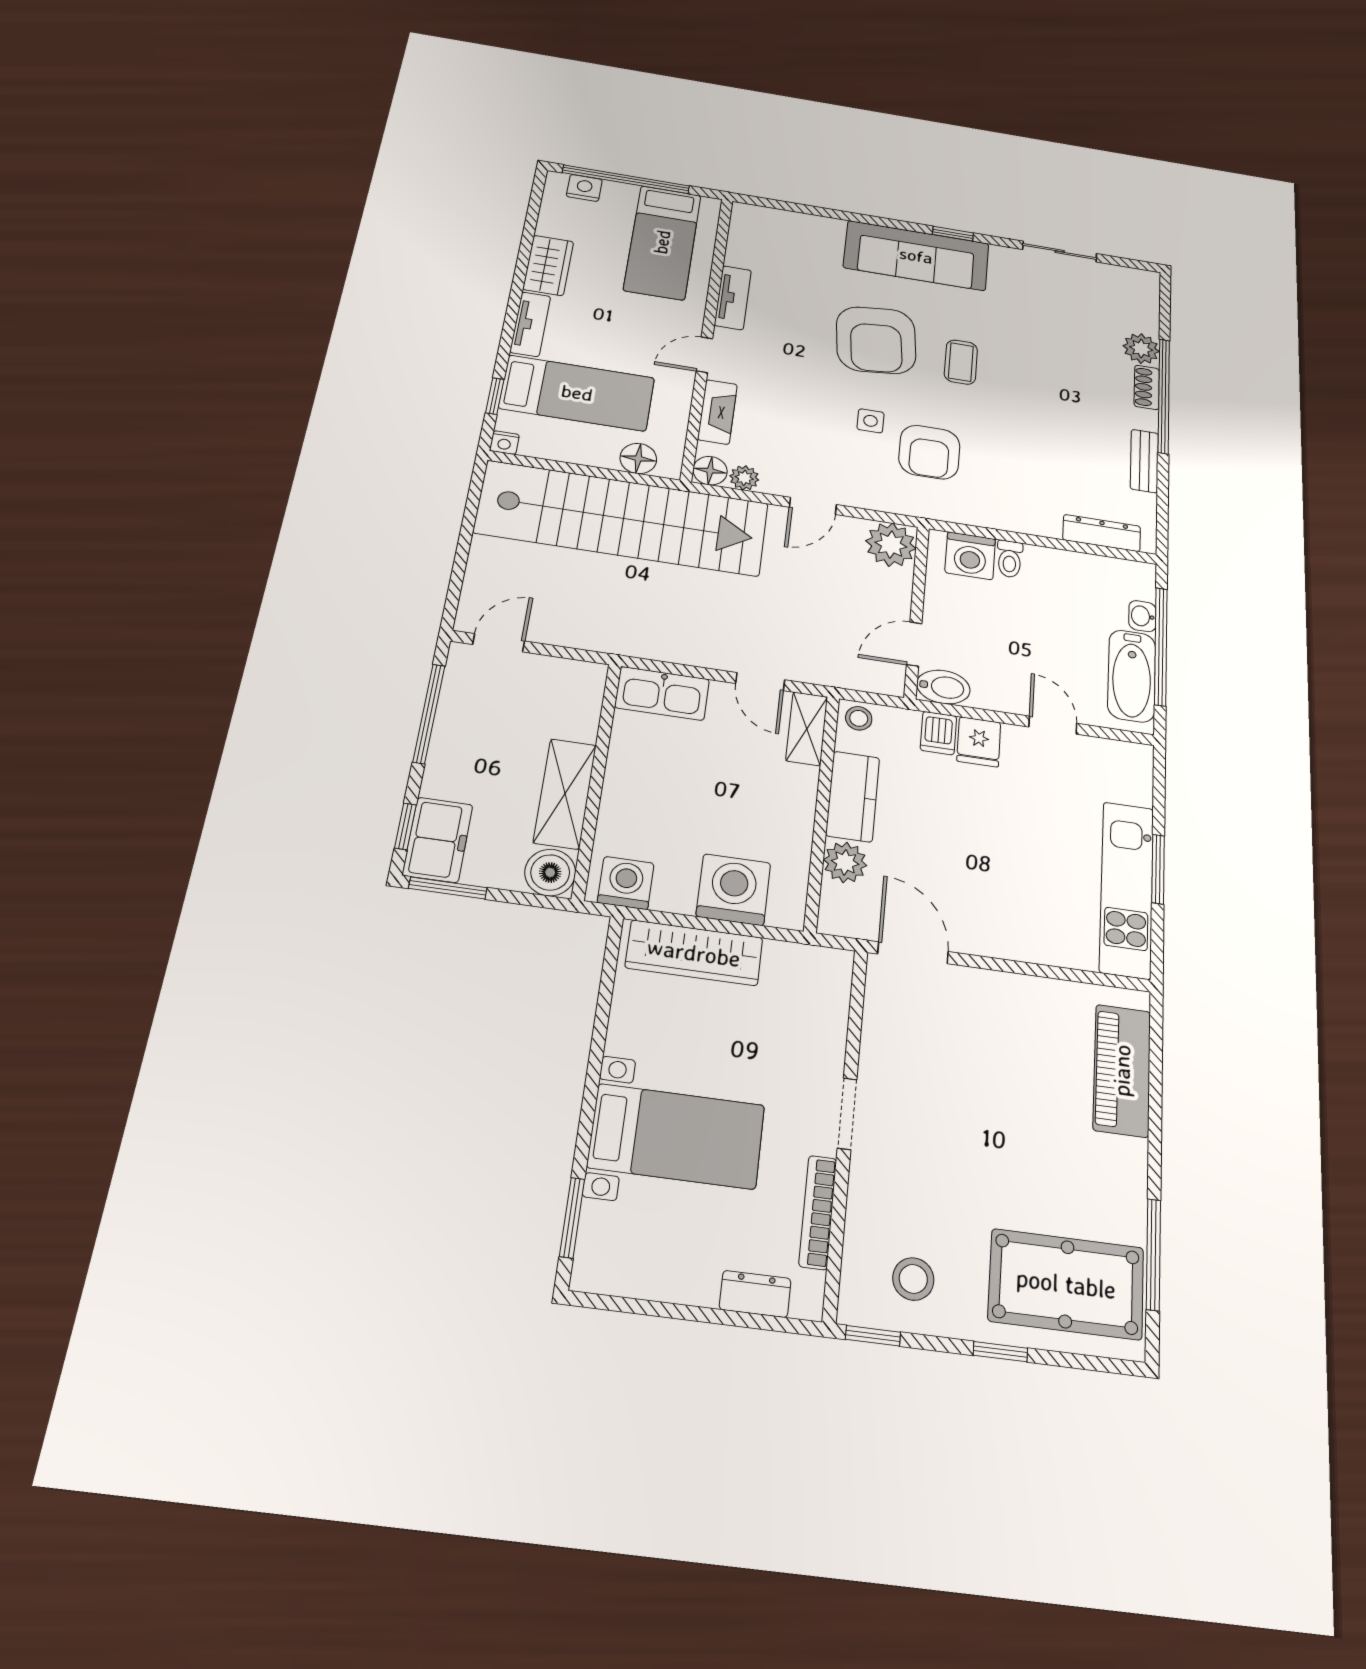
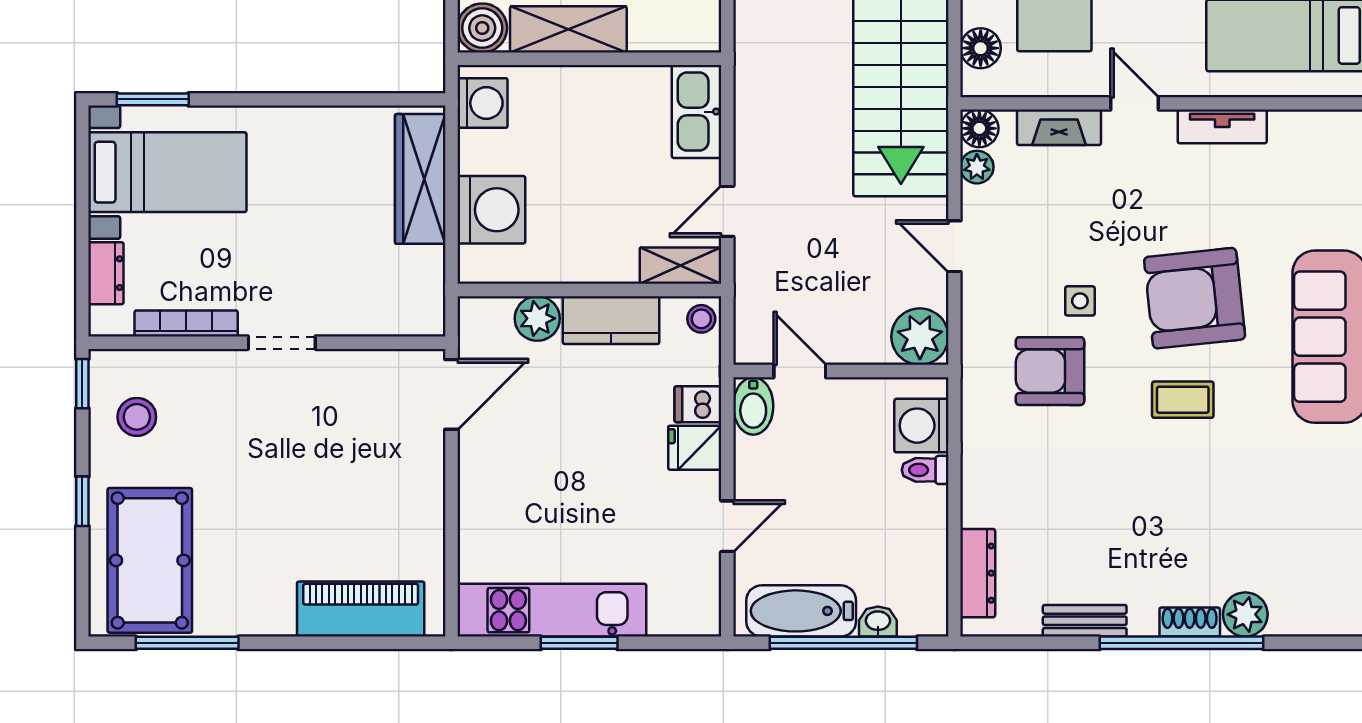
bed with nightstands: (676, 1136) -> (167, 172), moved, turned -90

